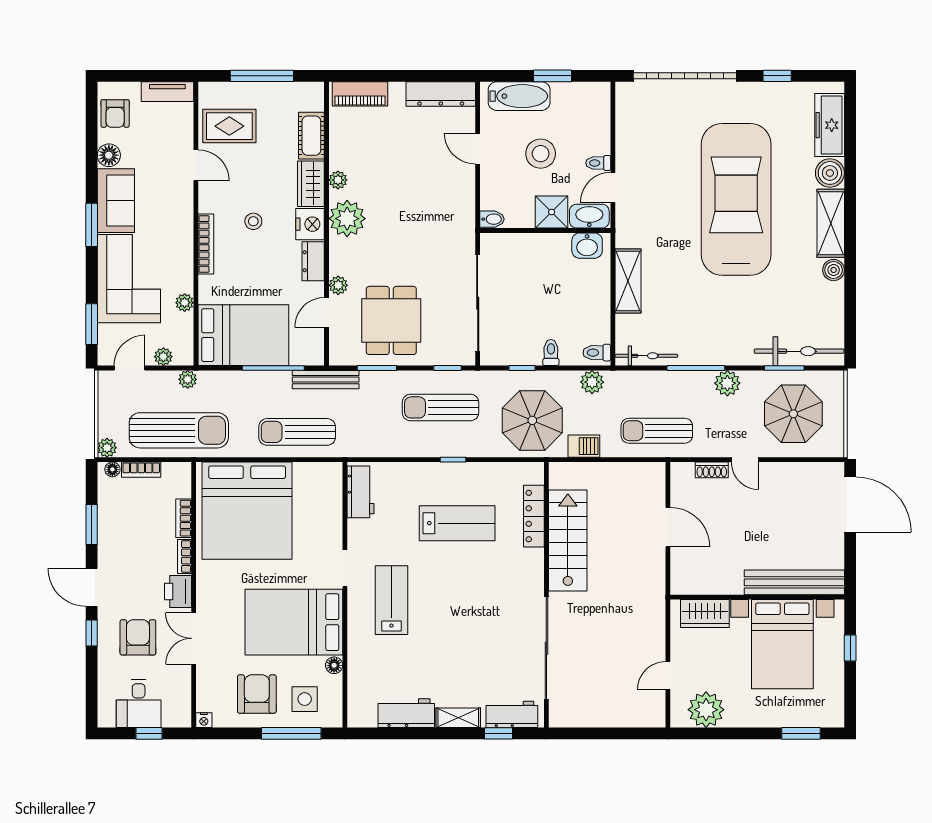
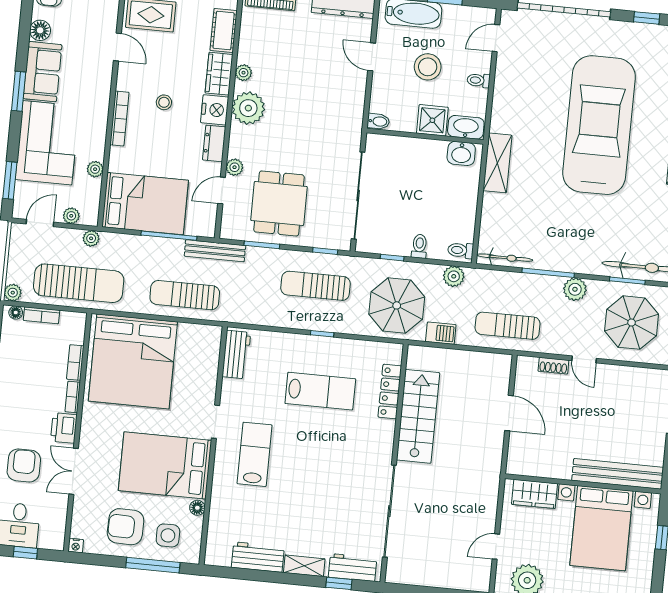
door: (613, 187) -> (496, 38), moved
shelving: (628, 281) -> (497, 163), moved
armchair: (257, 694) -> (126, 527), turned -89

